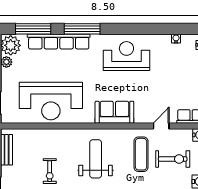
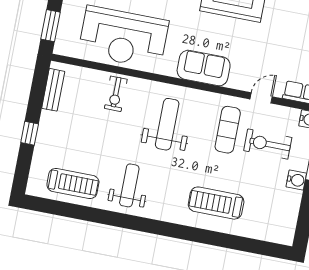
exercise bike: (173, 159) -> (268, 144), turned 180
exercise bike: (50, 171) -> (116, 94), moved

